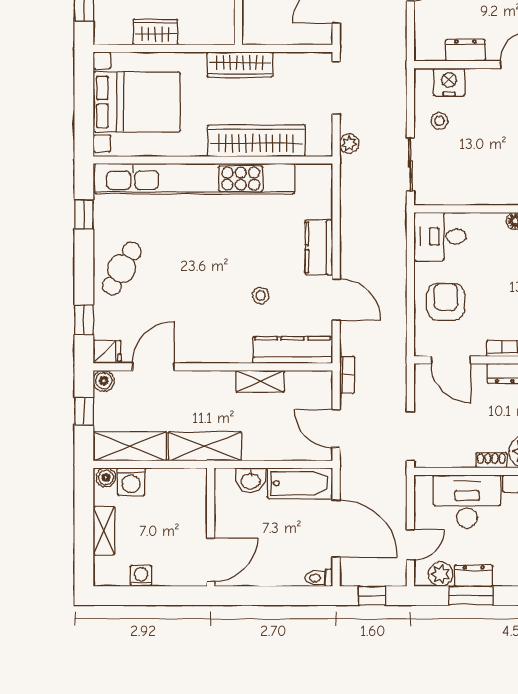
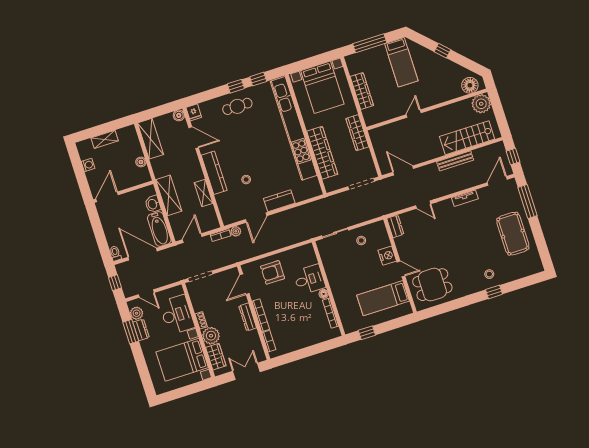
wardrobe: (155, 32) -> (362, 91), width x1.50
dresser: (465, 50) -> (395, 226), moved
nightstand: (449, 82) -> (387, 256), moved
plant: (349, 144) -> (236, 231), moved
desk: (440, 236) -> (309, 279), moved, turned 90
cafe table: (122, 269) -> (237, 106), turned -30
armchair: (446, 302) -> (273, 272), turned 180
window: (84, 320) -> (236, 86), moved
kitchen counter: (293, 350) -> (214, 173), moved
window: (84, 411) -> (161, 110), removed
shelving: (205, 446) -> (169, 195), moved
boiler: (106, 477) -> (141, 162), moved
washing machine: (131, 482) -> (133, 145), removed
door: (336, 529) -> (143, 254), swing flipped
door: (211, 560) -> (107, 197), swing flipped

